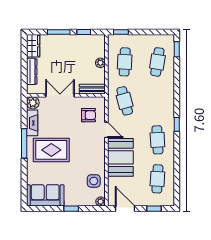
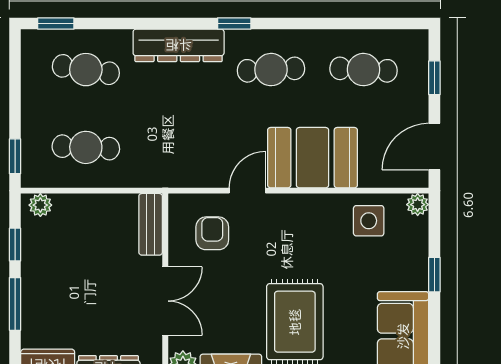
plant: (100, 63) -> (40, 205), moved
double door: (60, 95) -> (165, 301), swing flipped
cafe table: (125, 101) -> (178, 147), removed
dresser: (168, 101) -> (179, 45), added

